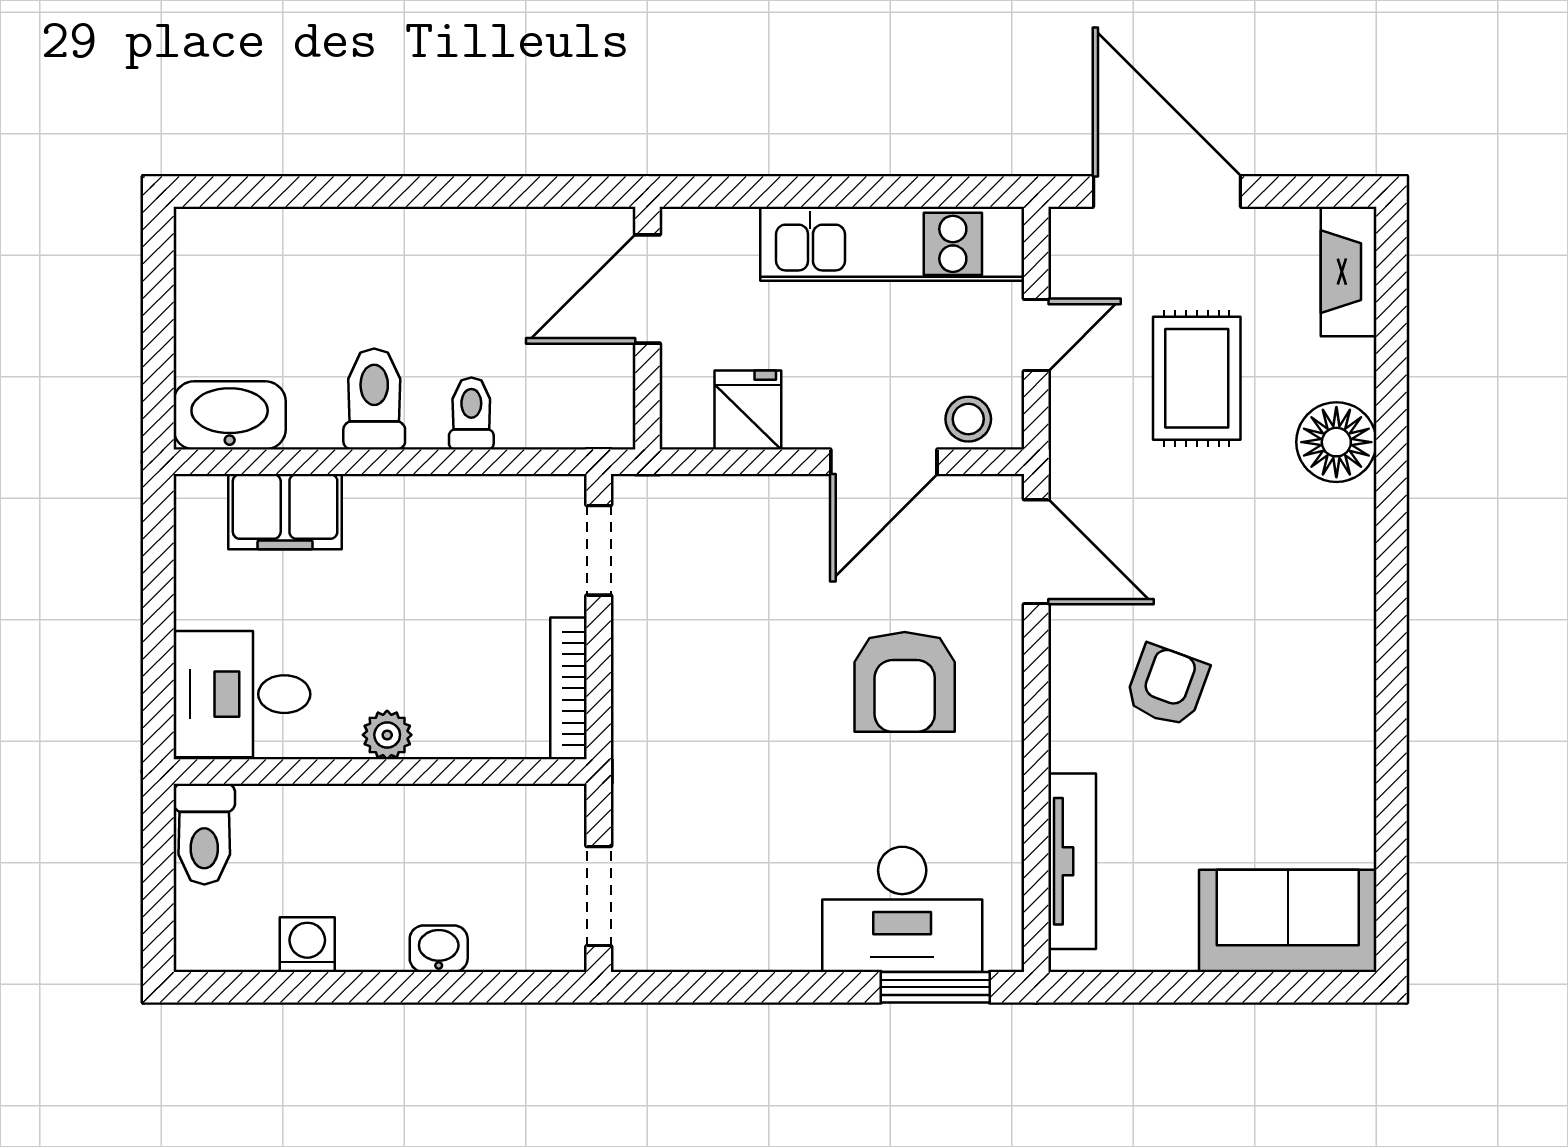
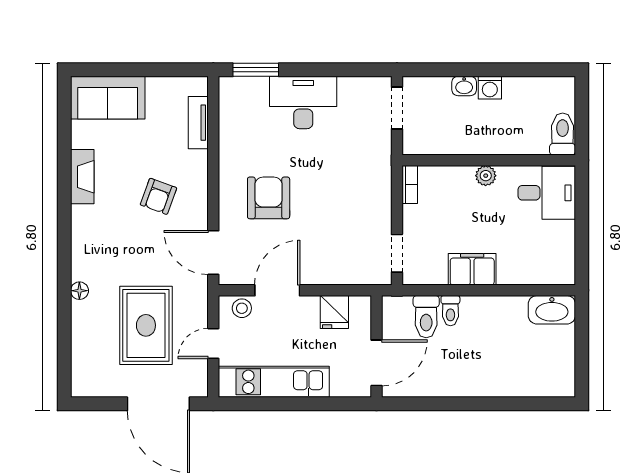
fireplace: (1349, 272) -> (82, 177), moved
rug: (1197, 378) -> (146, 325), width x1.36, depth x1.43
toilet: (374, 399) -> (426, 317), moved
floor lamp: (1336, 442) -> (79, 291), width x0.53, depth x0.53
filing cabinet: (285, 512) -> (472, 269), moved
bookcase: (568, 688) -> (410, 184), width x0.64
tv unit: (1072, 861) -> (198, 123), width x0.71
desk: (902, 909) -> (303, 102), moved
washing machine: (307, 945) -> (490, 88), moved

